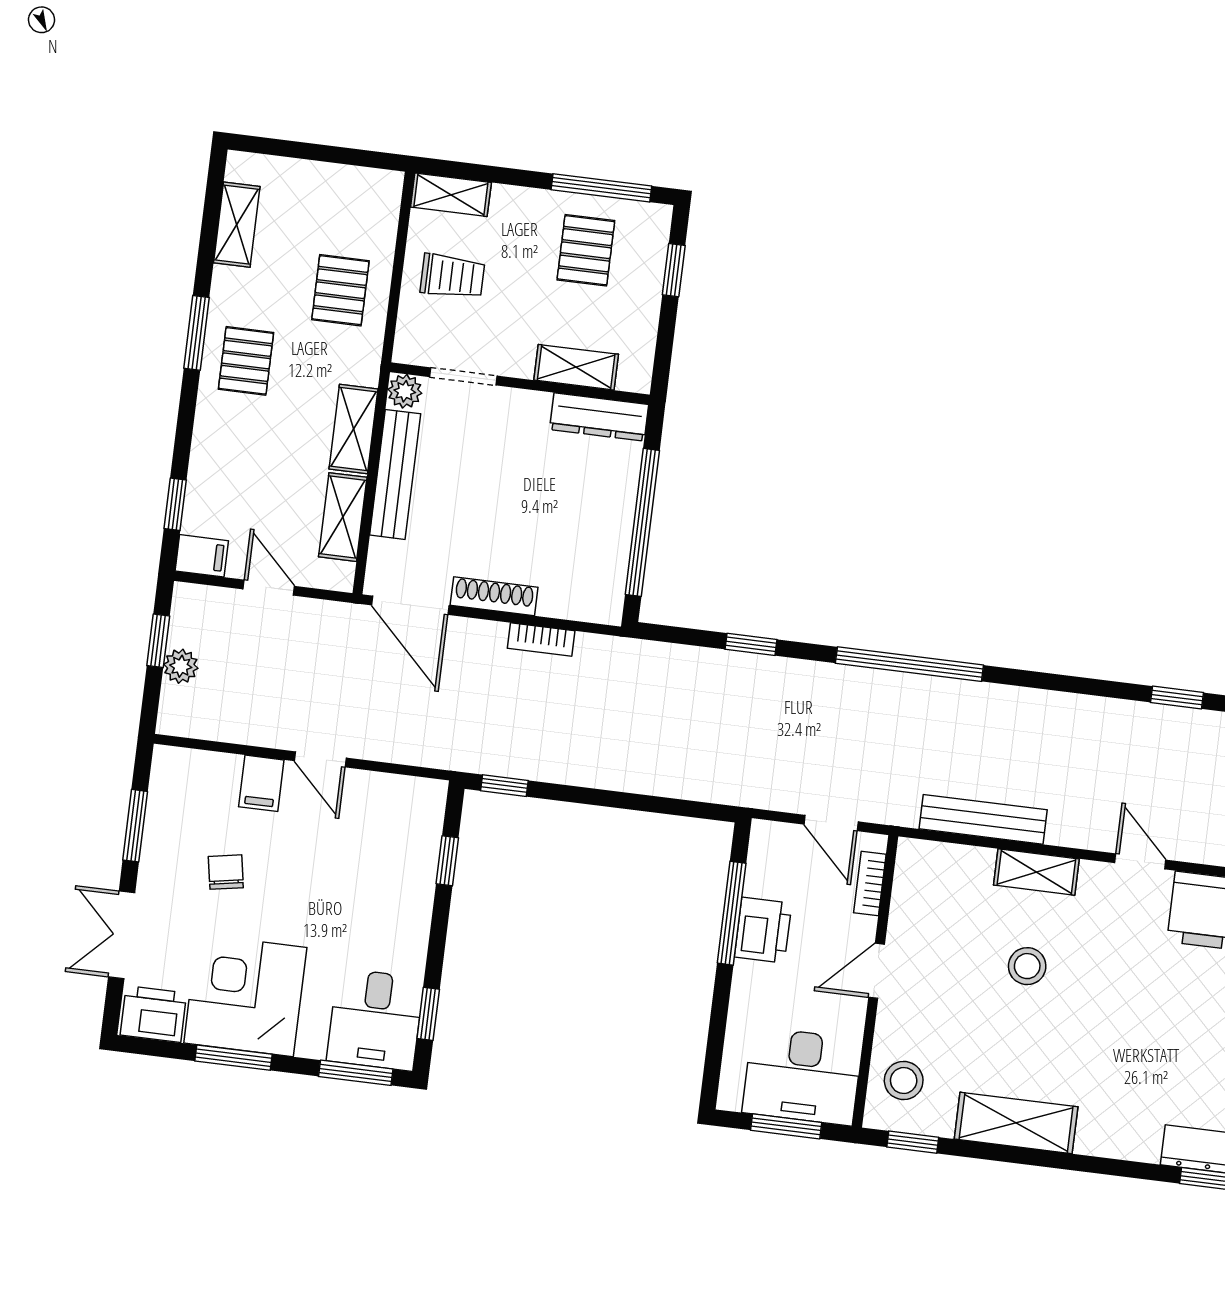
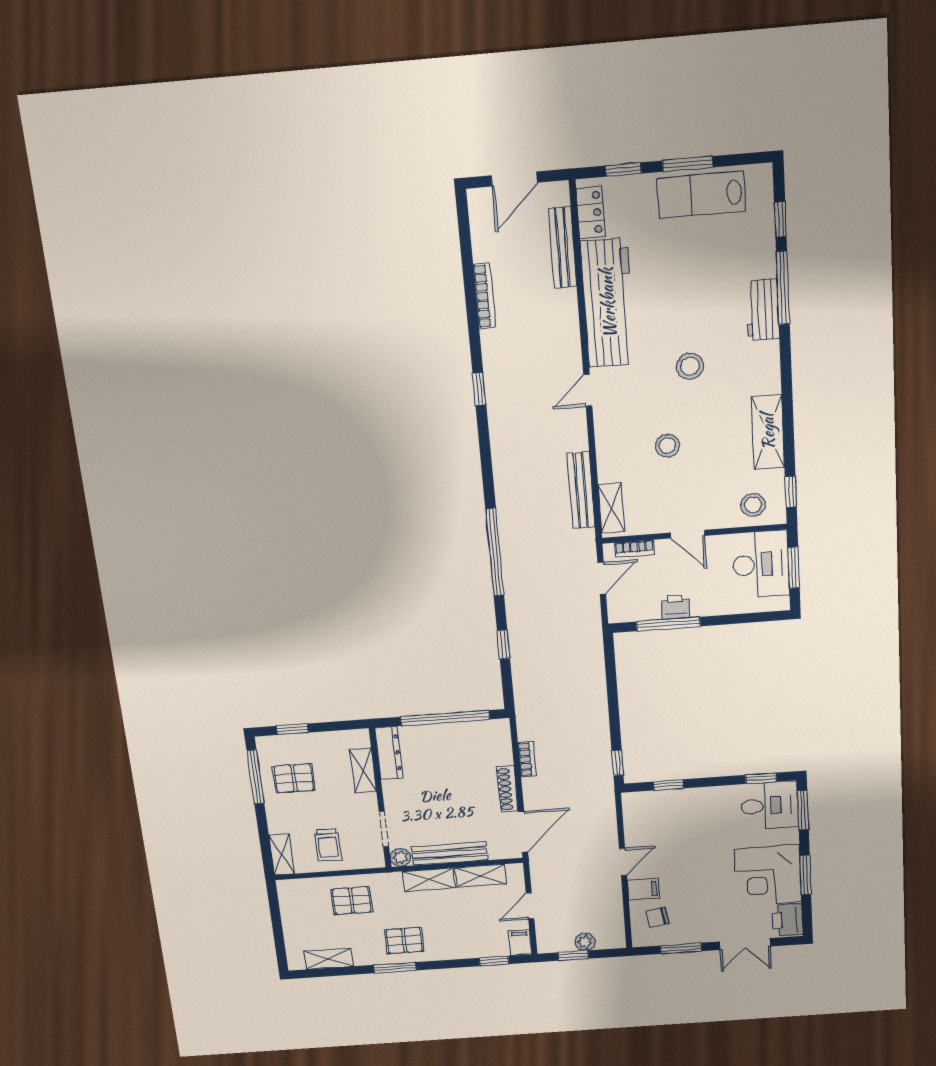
trolley: (452, 276) -> (328, 845), turned 180
chair: (226, 872) -> (657, 917), moved
shelving: (1036, 872) -> (611, 508), moved
printer: (763, 930) -> (675, 607), width x0.73, depth x0.81
stool: (1145, 1023) -> (690, 366), added

